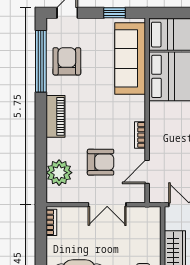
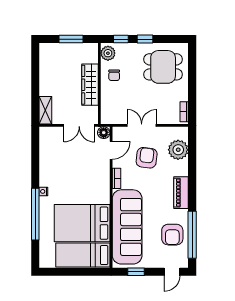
sofa: (130, 58) -> (127, 227), width x1.36, depth x1.27
armchair: (101, 162) -> (147, 158), turned 97
floor lamp: (157, 195) -> (104, 133), added

